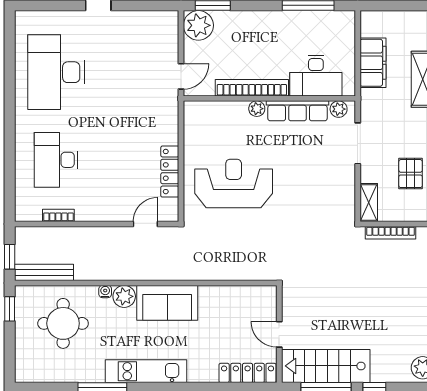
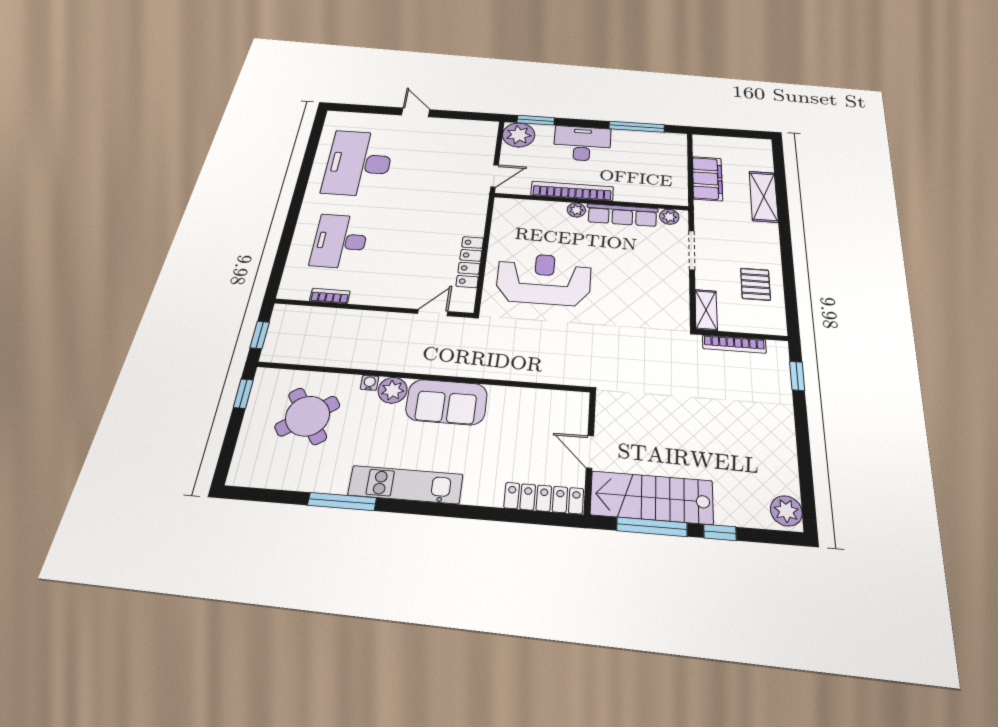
desk: (316, 76) -> (582, 144), moved, turned 180
bench: (44, 272) -> (297, 355), removed
round table: (63, 323) -> (307, 416), turned -35

